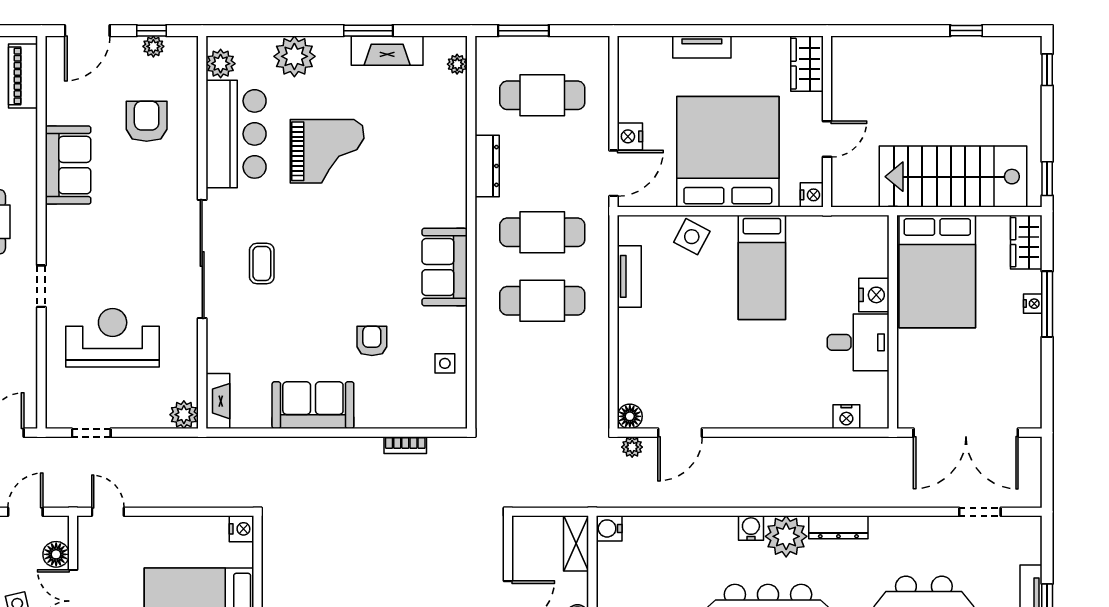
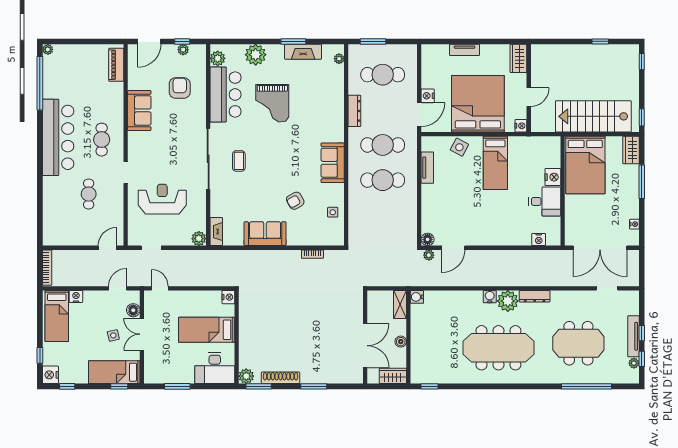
grand piano: (327, 151) -> (272, 103), turned 90
nightstand: (1033, 304) -> (634, 224), moved
armchair: (372, 341) -> (295, 201), turned -119

